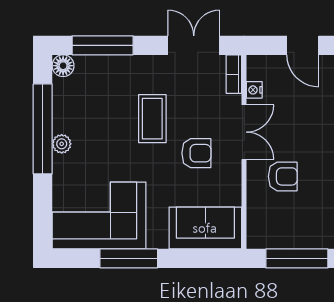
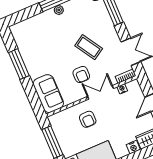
coffee table: (152, 119) -> (89, 47), turned 58
double door: (244, 132) -> (101, 92), swing flipped
corner sofa: (99, 216) -> (33, 42), removed

